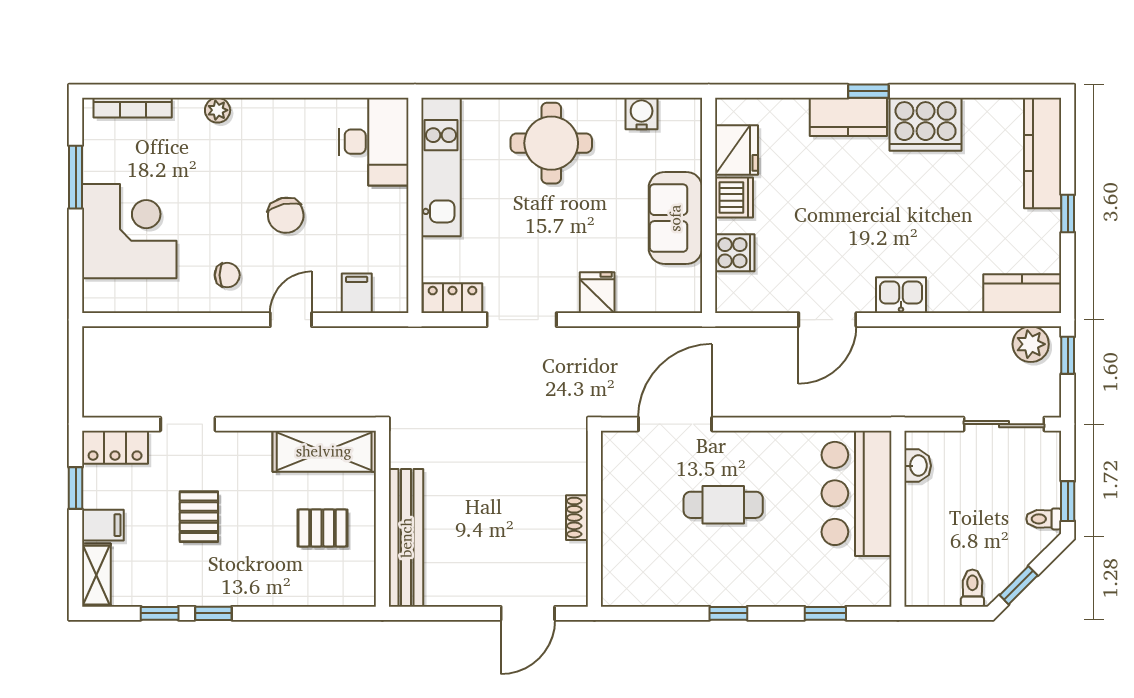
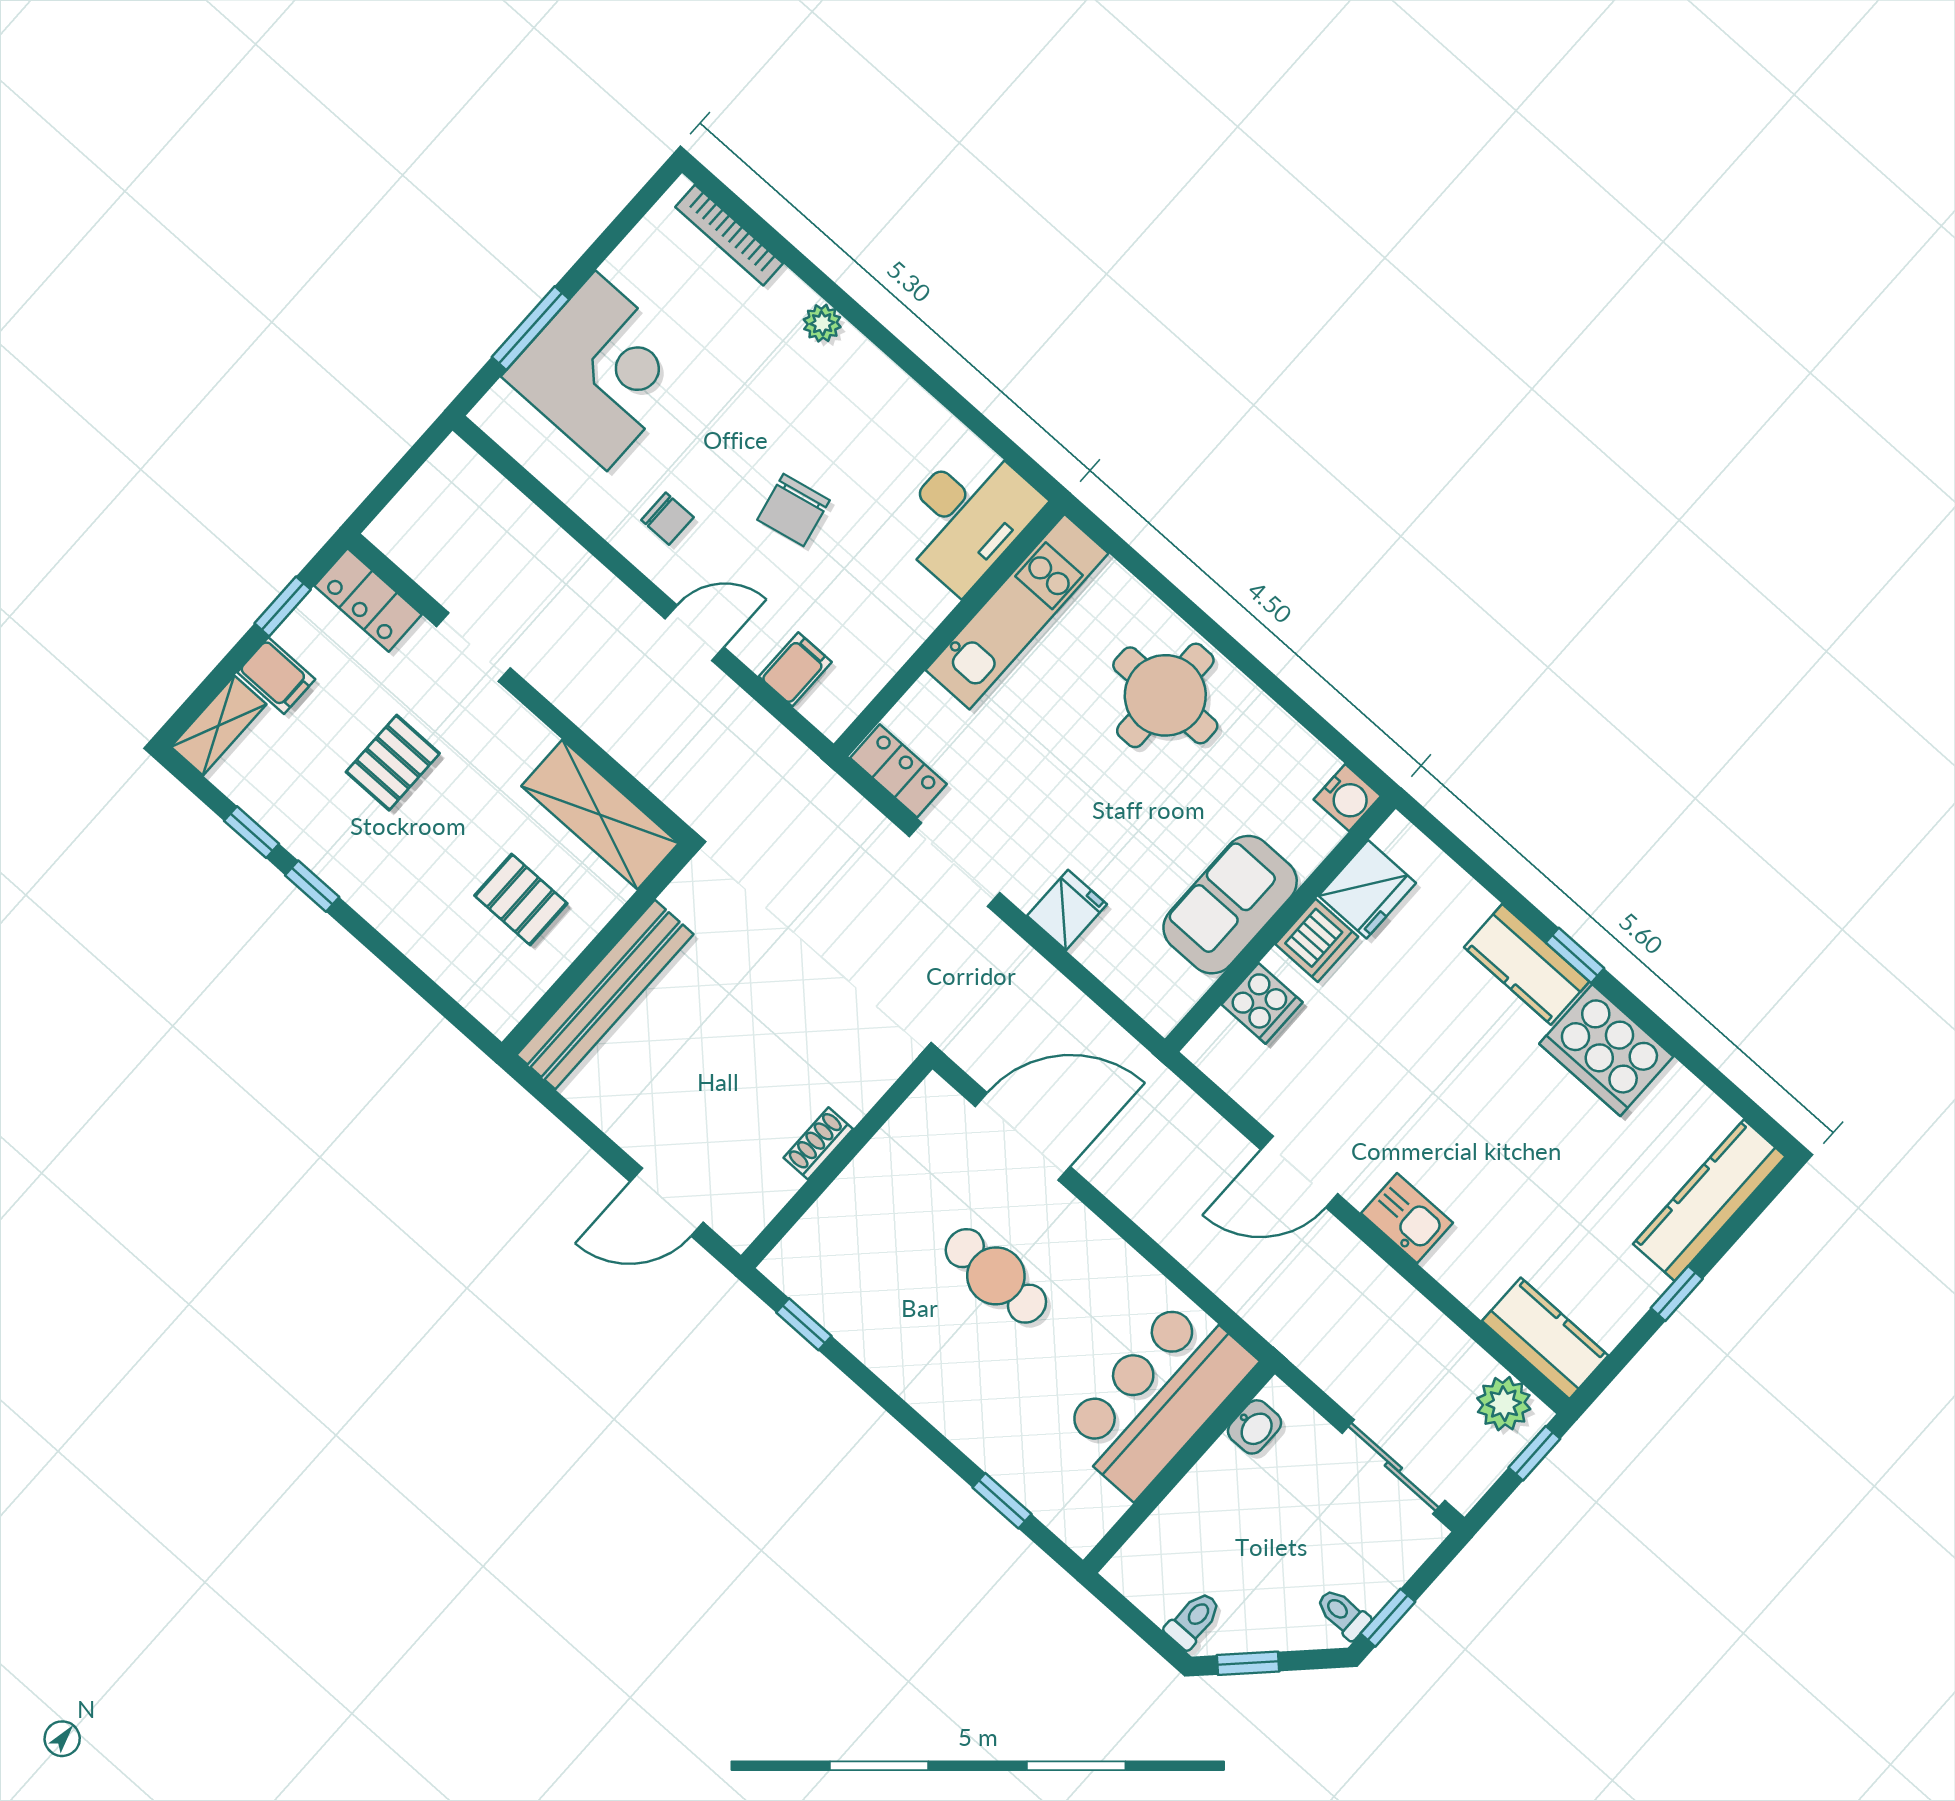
water cooler: (642, 114) -> (1347, 798), moved, turned 90
window: (76, 177) -> (531, 328), moved
window: (728, 613) -> (804, 1324), moved

